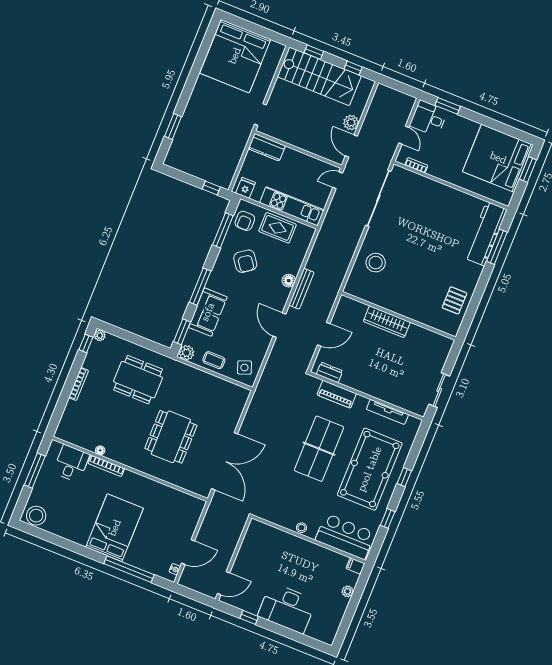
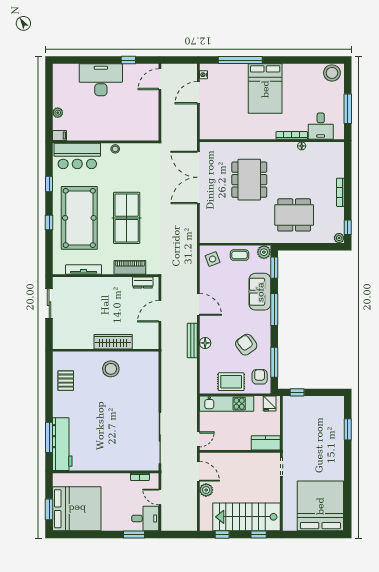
stool: (376, 263) -> (111, 369), moved

